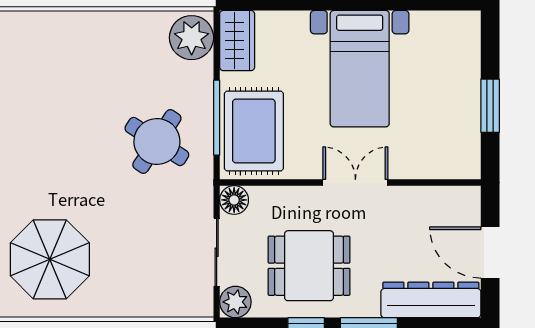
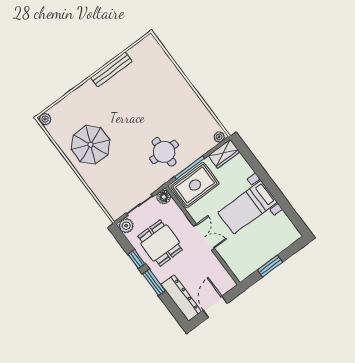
plant: (192, 38) -> (219, 137), width x0.53, depth x0.53
round table: (157, 142) -> (164, 152), turned -33

